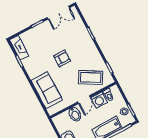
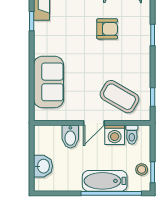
armchair: (62, 58) -> (107, 29), moved

